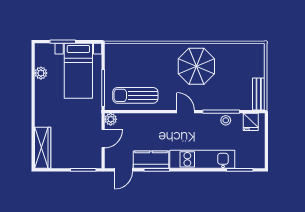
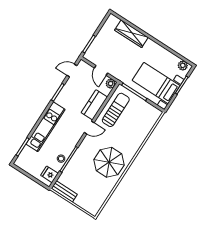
plant: (41, 73) -> (183, 65), moved
door: (186, 112) -> (89, 128), moved
wardrobe: (43, 148) -> (131, 34), moved
kitchen counter: (151, 160) -> (94, 105), moved, turned 180
door: (123, 170) -> (72, 71), hinge flipped

